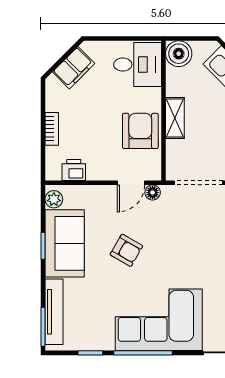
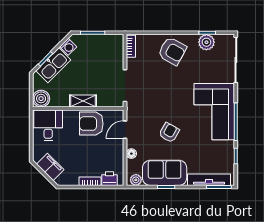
printer: (74, 170) -> (110, 179), moved, turned 90
door: (131, 183) -> (125, 130), swing flipped
floor lamp: (153, 193) -> (131, 154), moved

